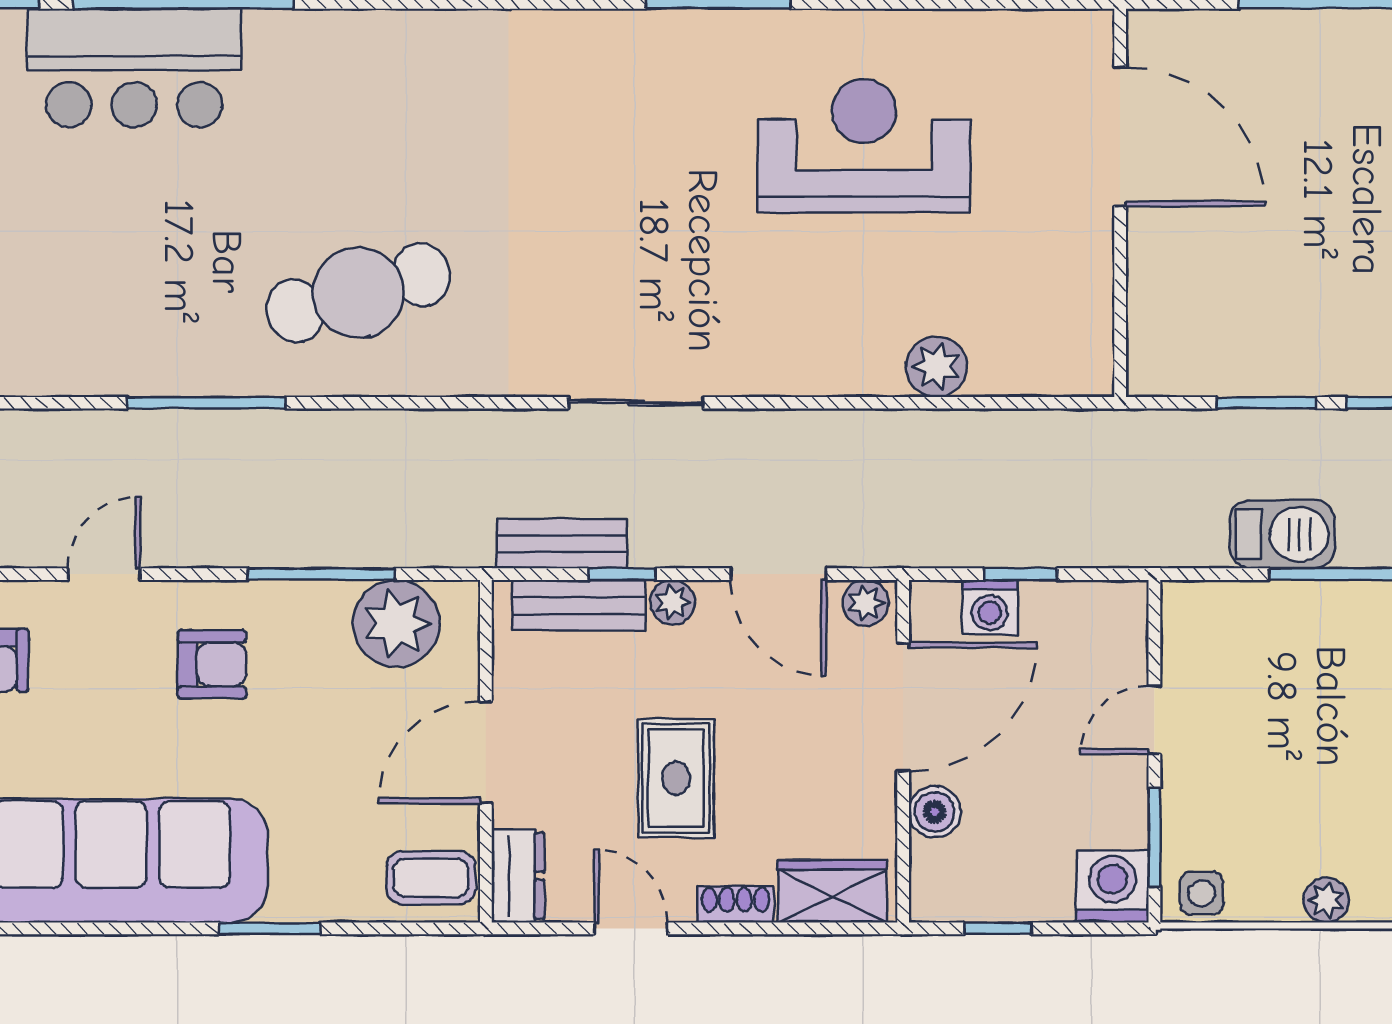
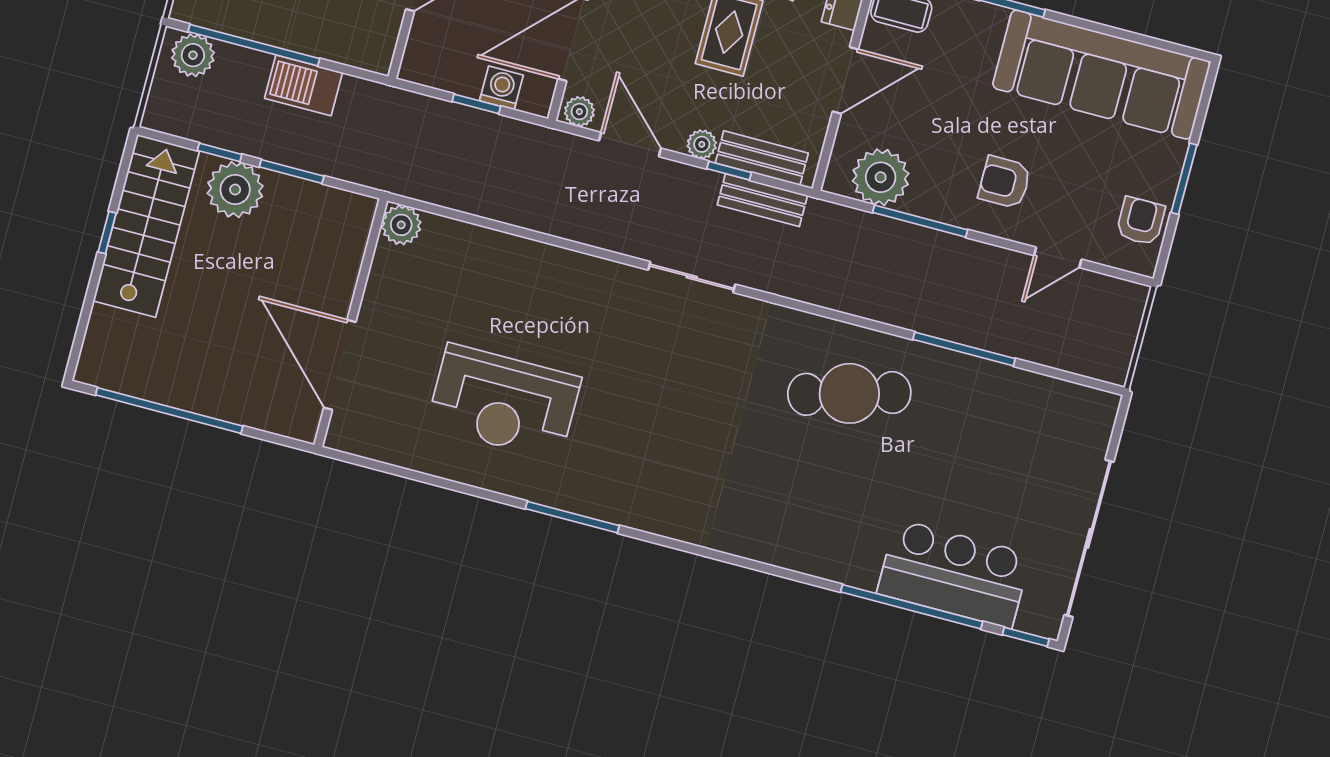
plant: (1342, 354) -> (235, 190), added
plant: (937, 367) -> (401, 225), moved

